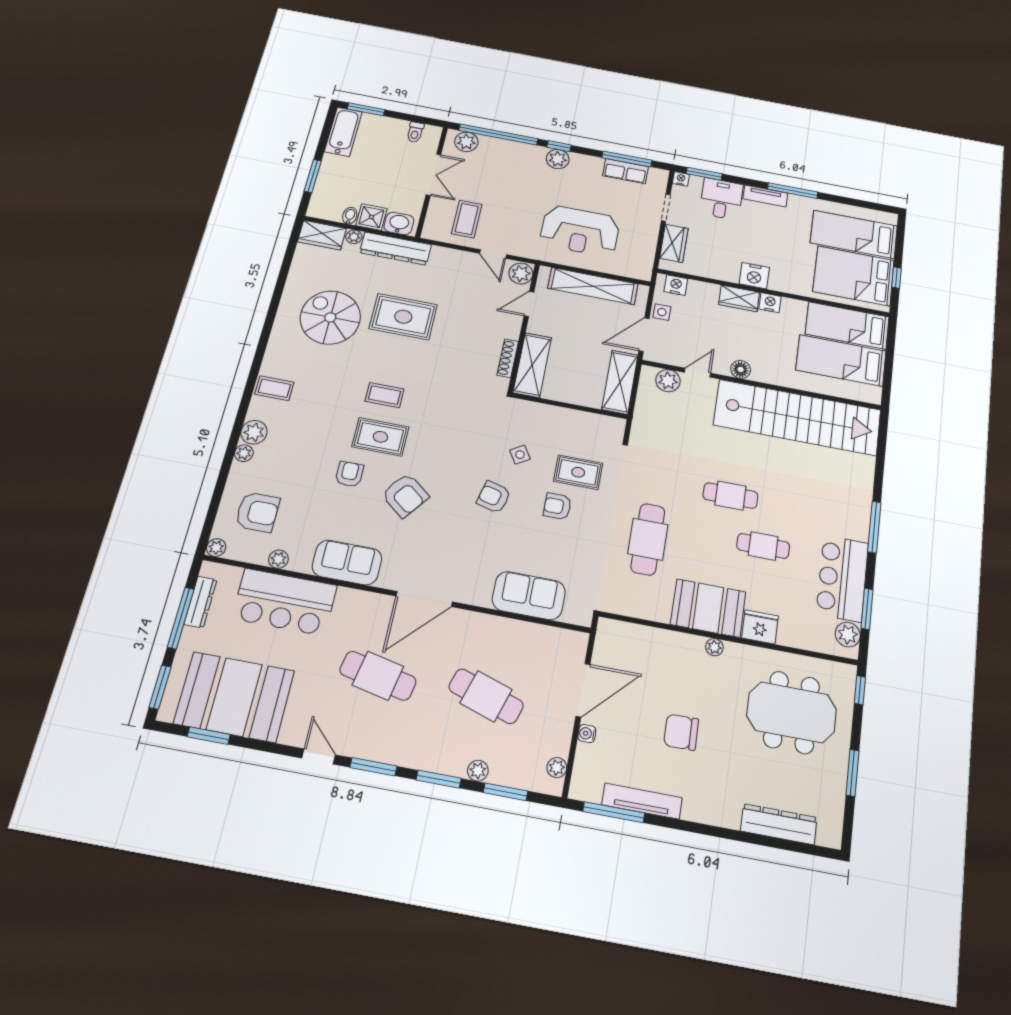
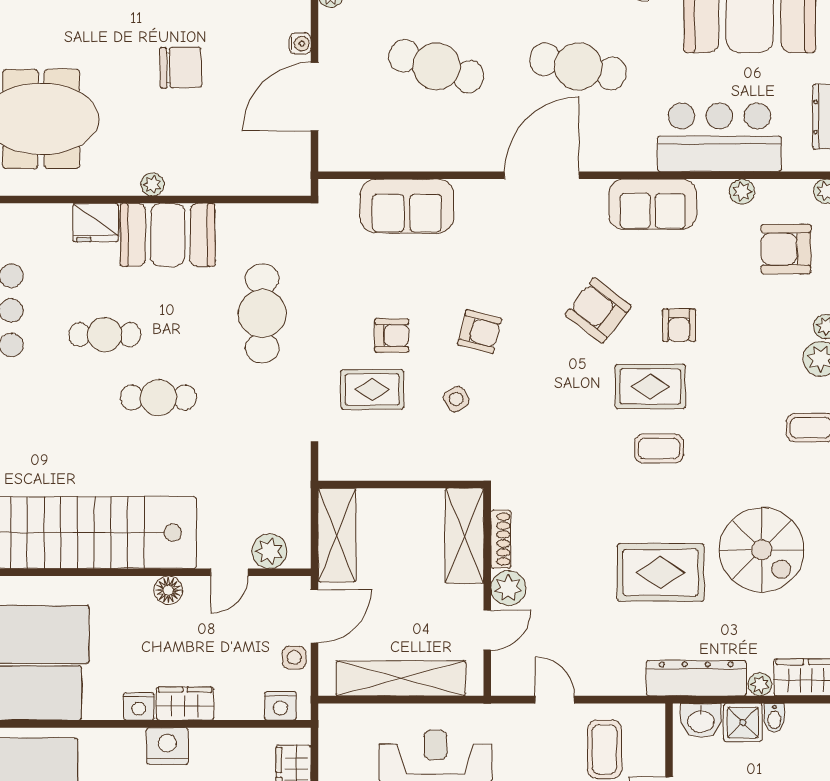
plant: (521, 274) -> (508, 588), moved

